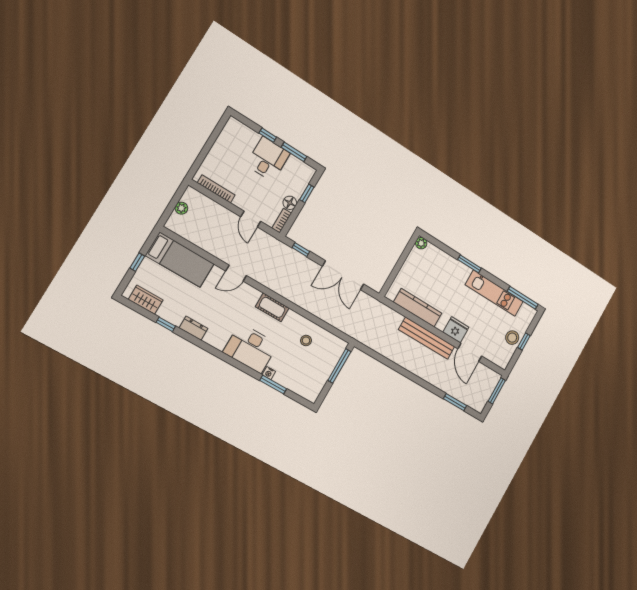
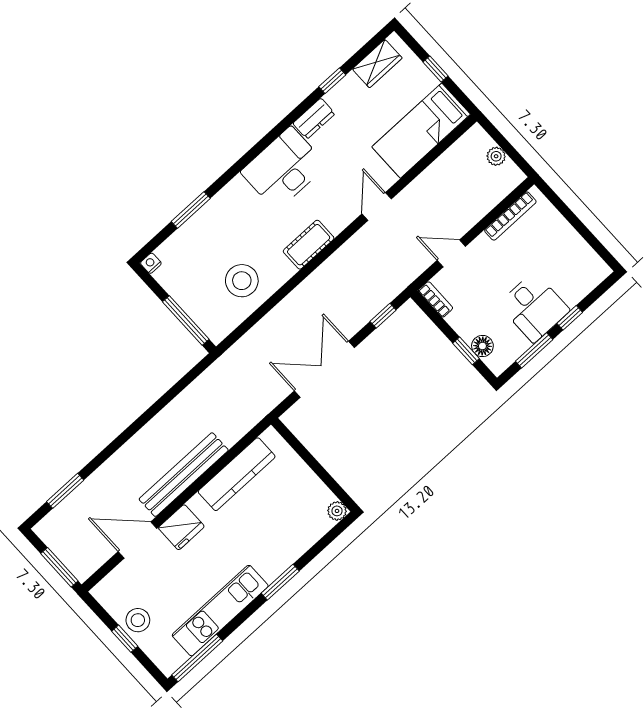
floor lamp: (290, 203) -> (482, 346), moved
stool: (306, 340) -> (242, 281), width x1.89, depth x1.89
desk: (250, 348) -> (284, 169), moved
nightstand: (269, 373) -> (151, 263), moved

